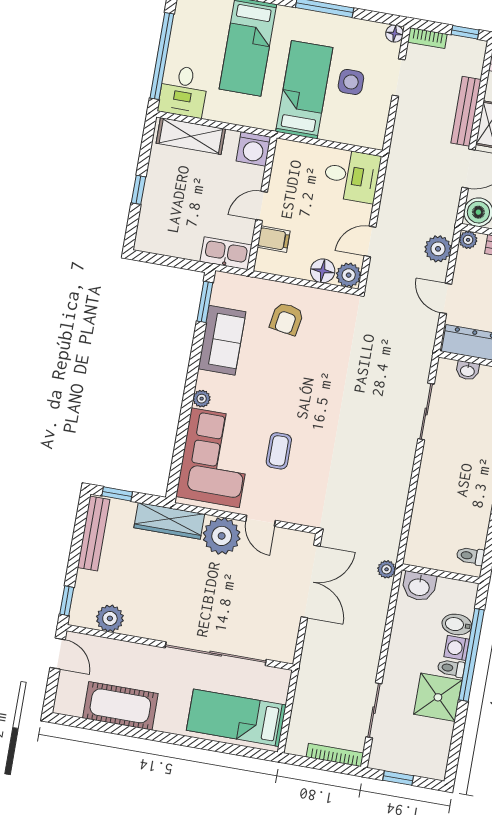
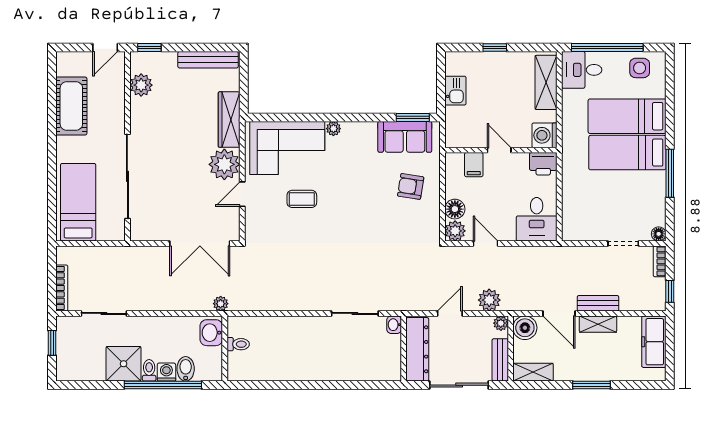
side table: (351, 82) -> (640, 68), moved
bed: (304, 90) -> (627, 153), moved, turned 180
bench: (466, 111) -> (598, 303), width x0.73
printer: (287, 156) -> (543, 164), added
kitchen sink: (226, 253) -> (455, 91), moved, width x0.73
sofa: (222, 340) -> (405, 137), moved
washbasin: (467, 371) -> (394, 325), moved
window: (117, 494) -> (244, 73), removed
toilet: (470, 556) -> (238, 344), moved, turned 90

